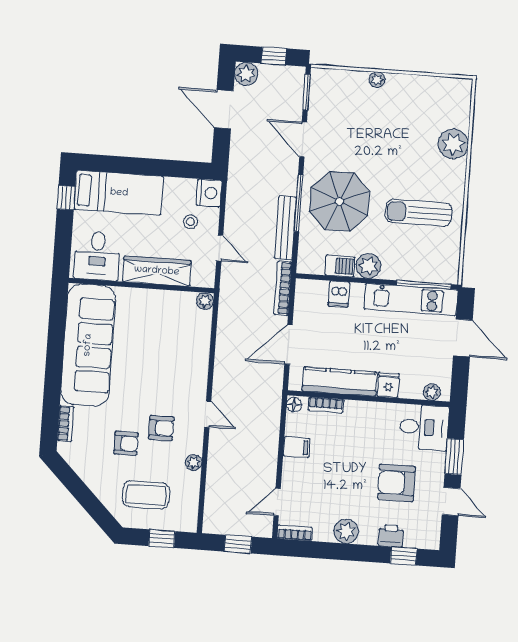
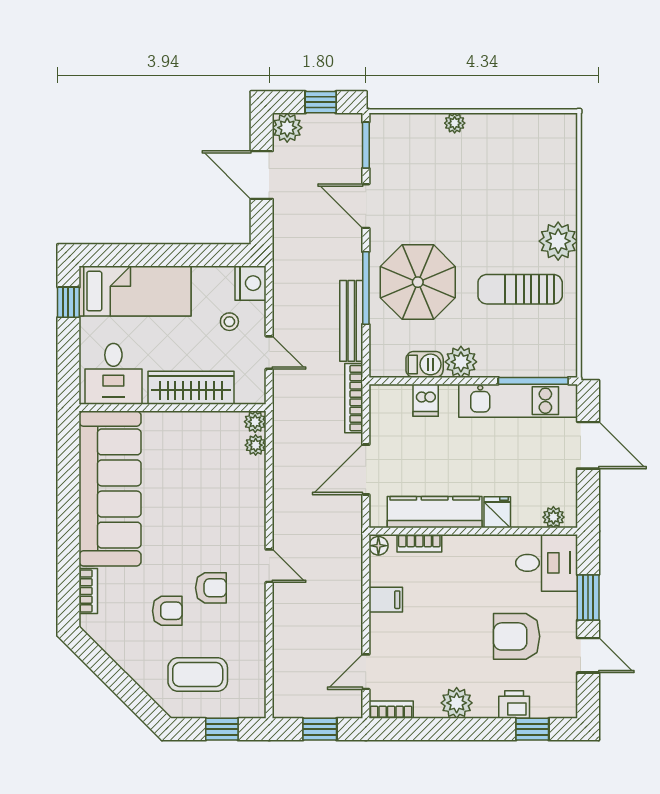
plant: (453, 144) -> (558, 241), moved
plant: (194, 463) -> (256, 445), moved

